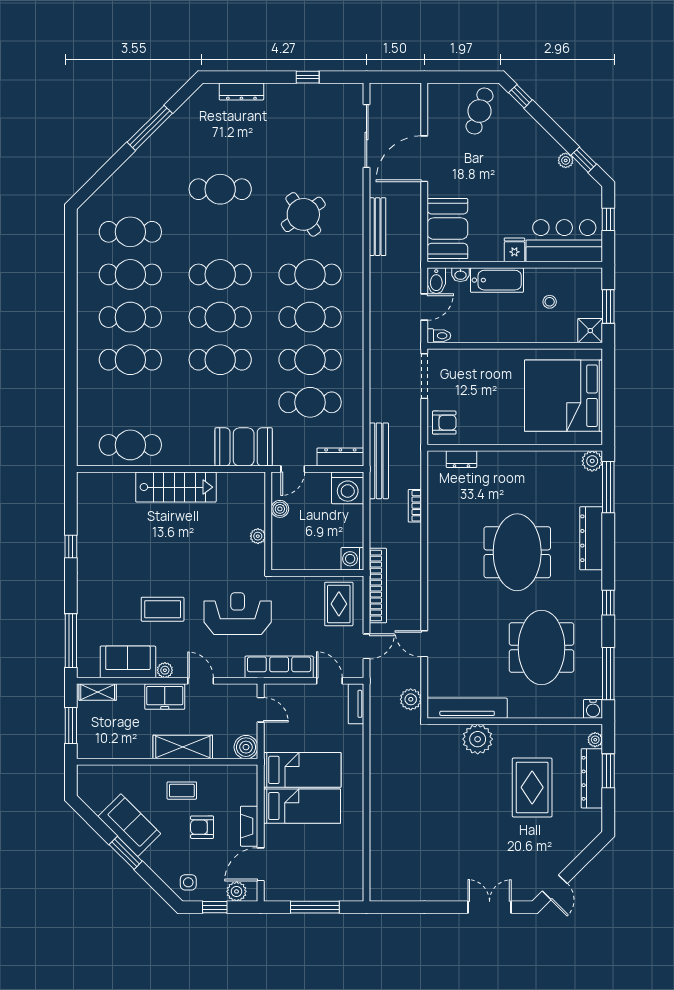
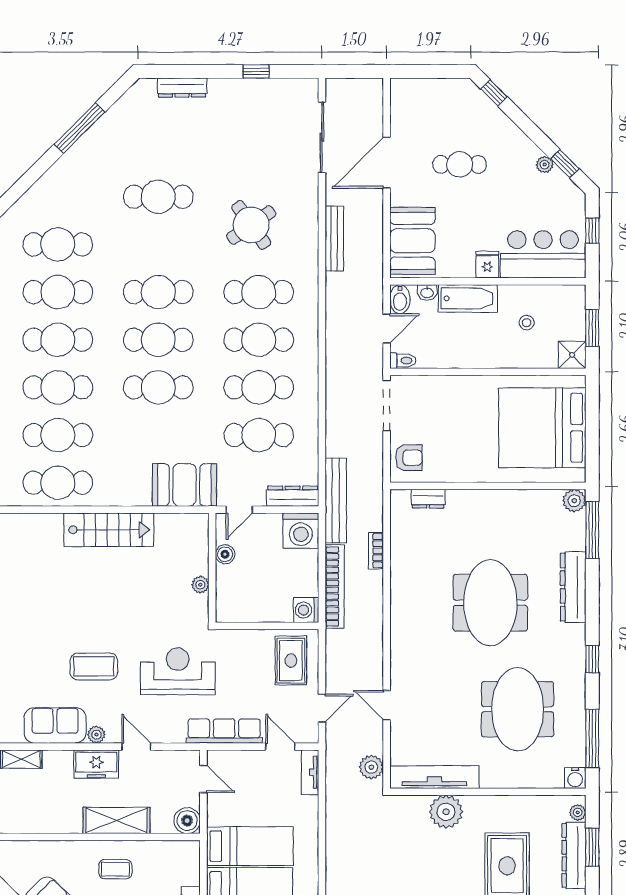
cafe table: (479, 111) -> (460, 164), moved, turned 71
cafe table: (130, 402) -> (58, 435), added
bookcase: (378, 586) -> (335, 586), moved

